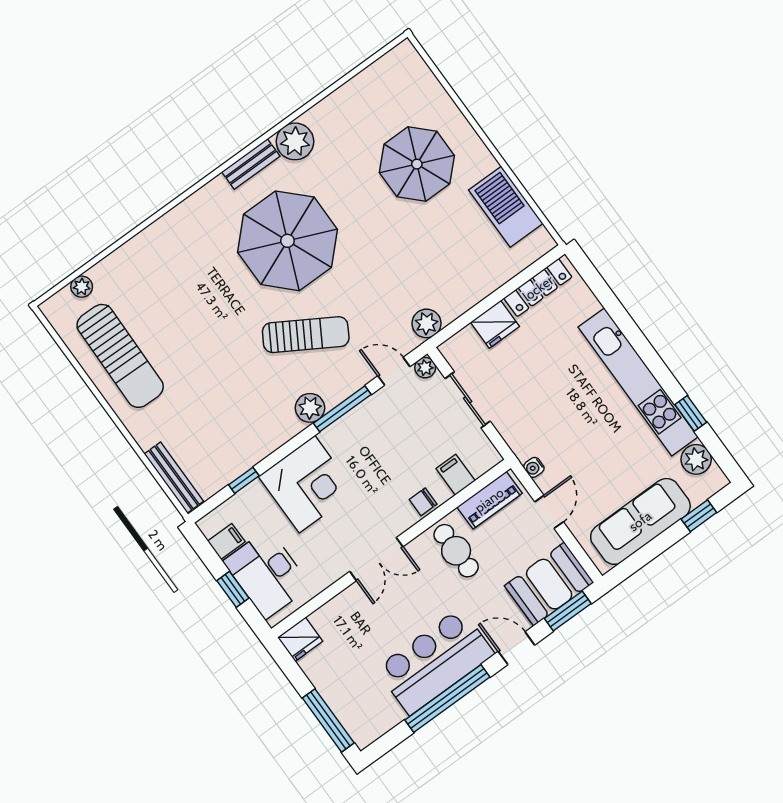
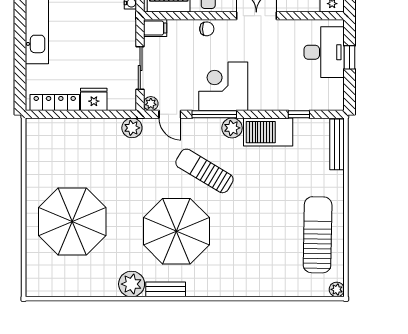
parasol: (417, 164) -> (72, 221), width x1.36, depth x1.36
barbecue: (506, 207) -> (268, 132), moved, turned 90
plant: (82, 287) -> (337, 289), moved
filing cabinet: (456, 475) -> (155, 28), moved, turned -90
corner desk: (307, 484) -> (223, 86), moved
filing cabinet: (226, 541) -> (334, 87), removed

